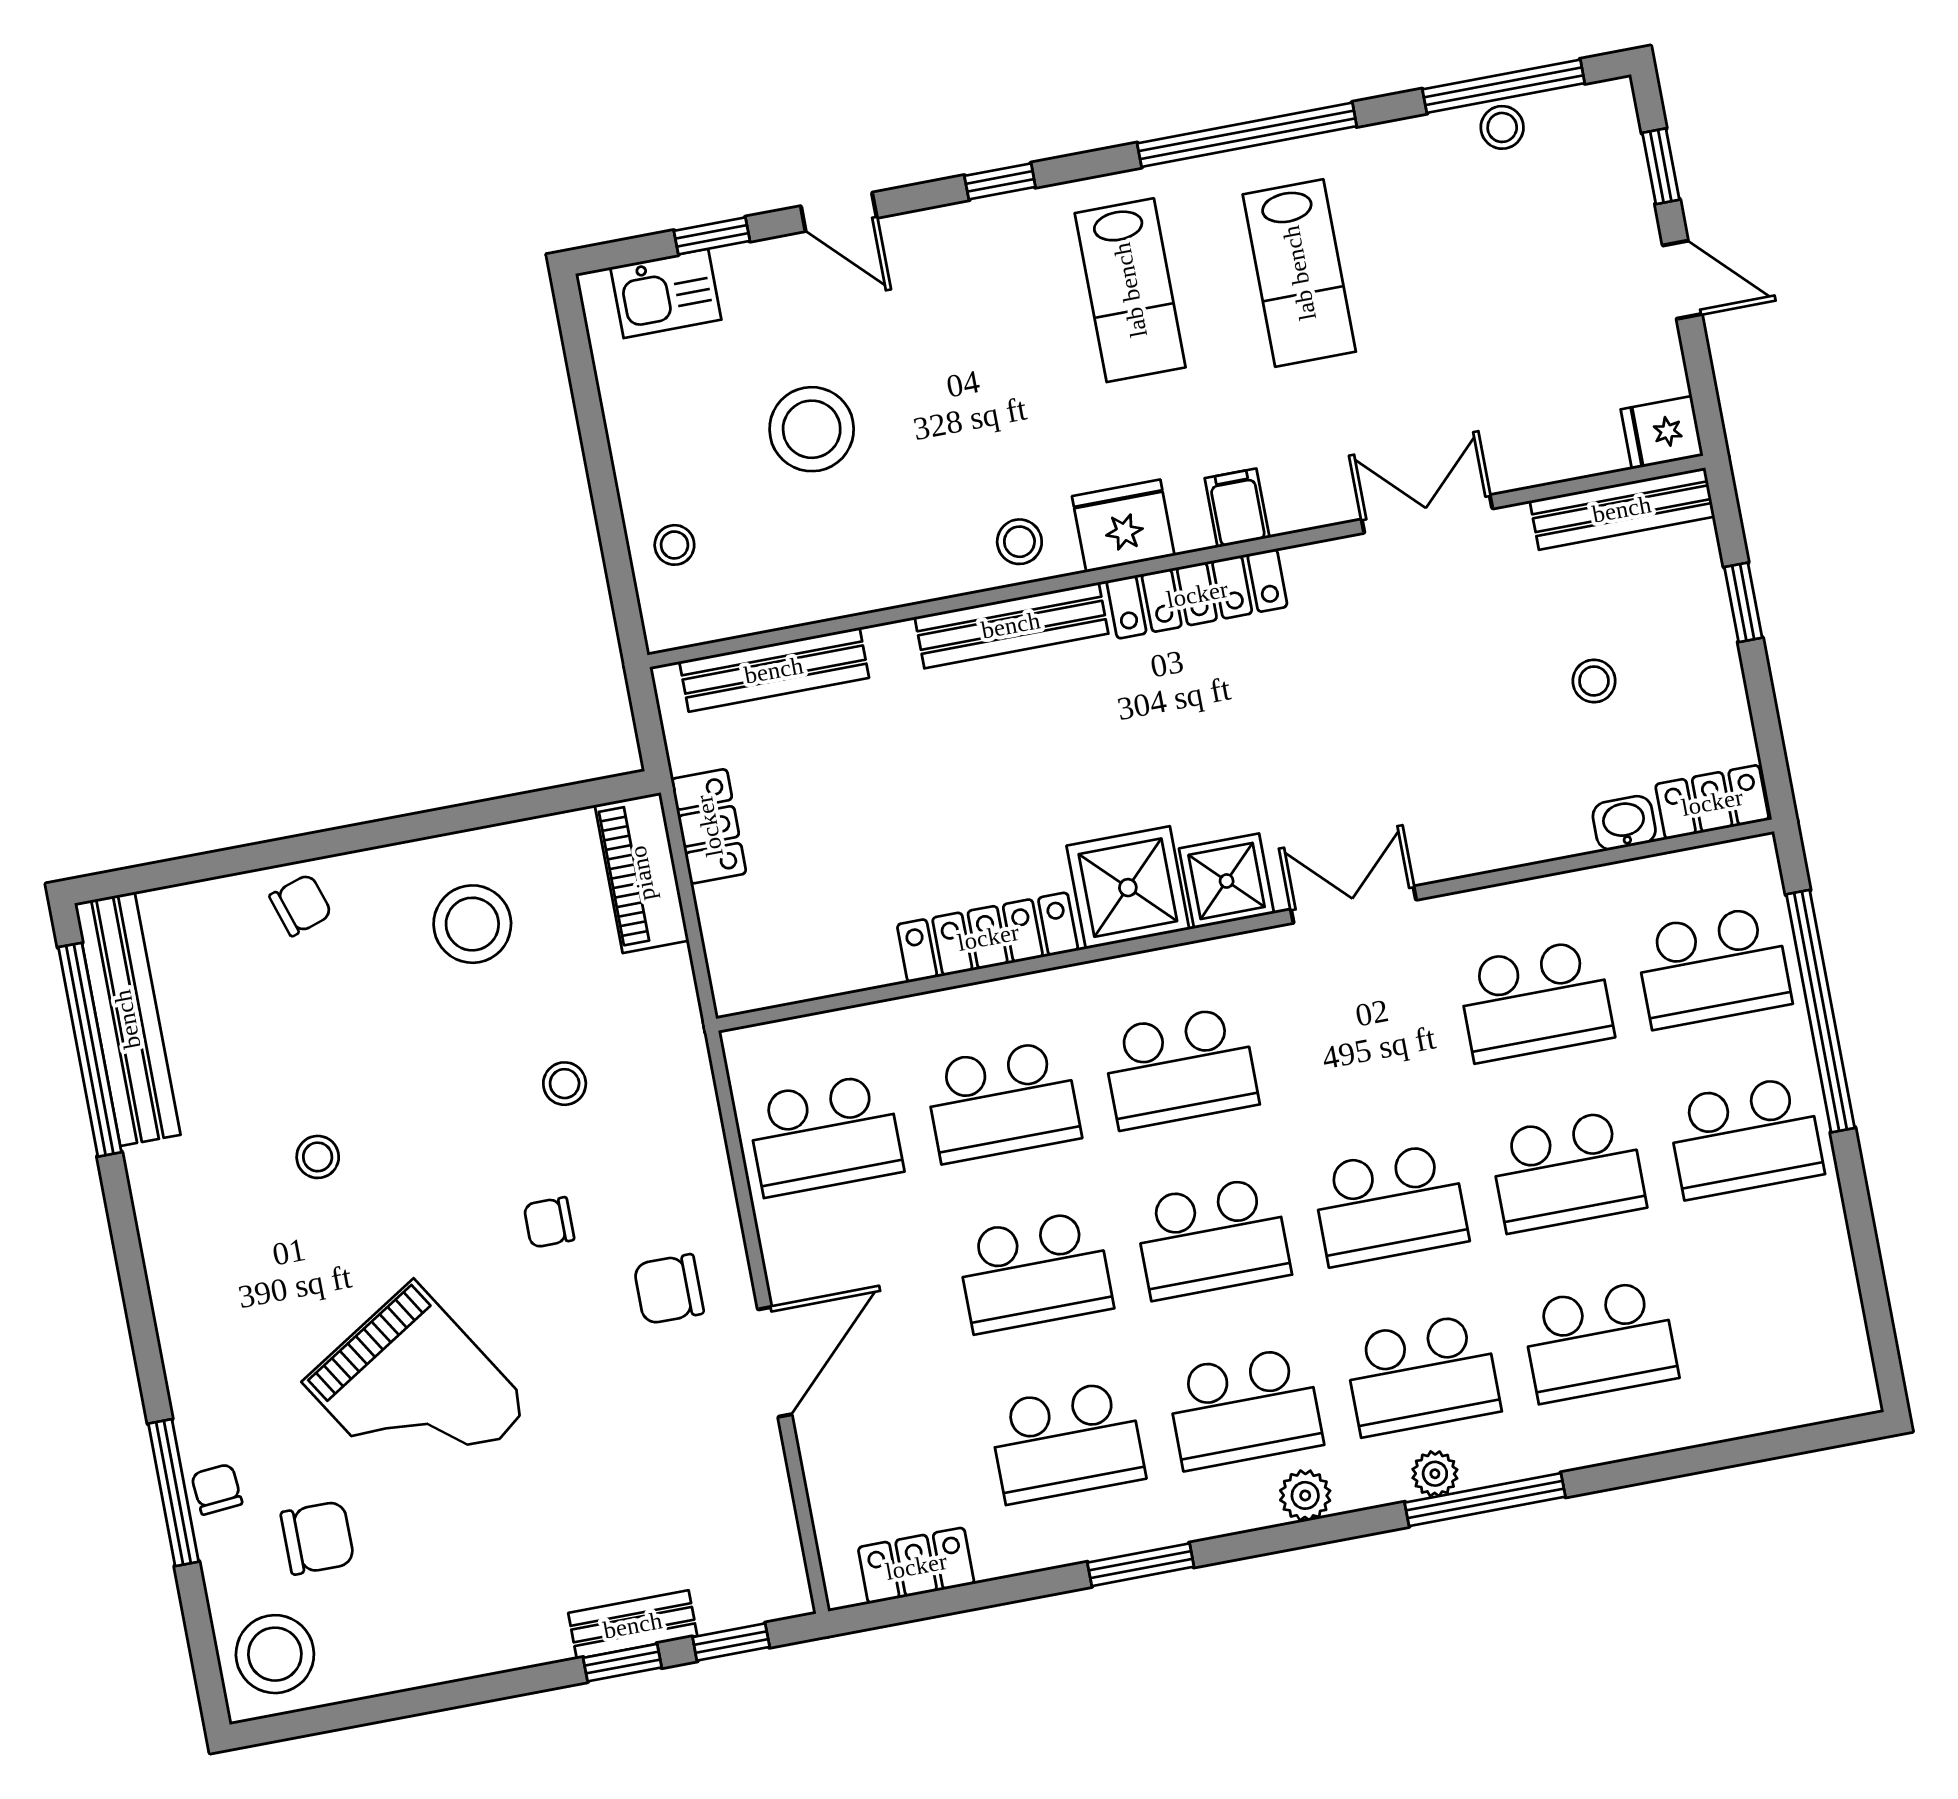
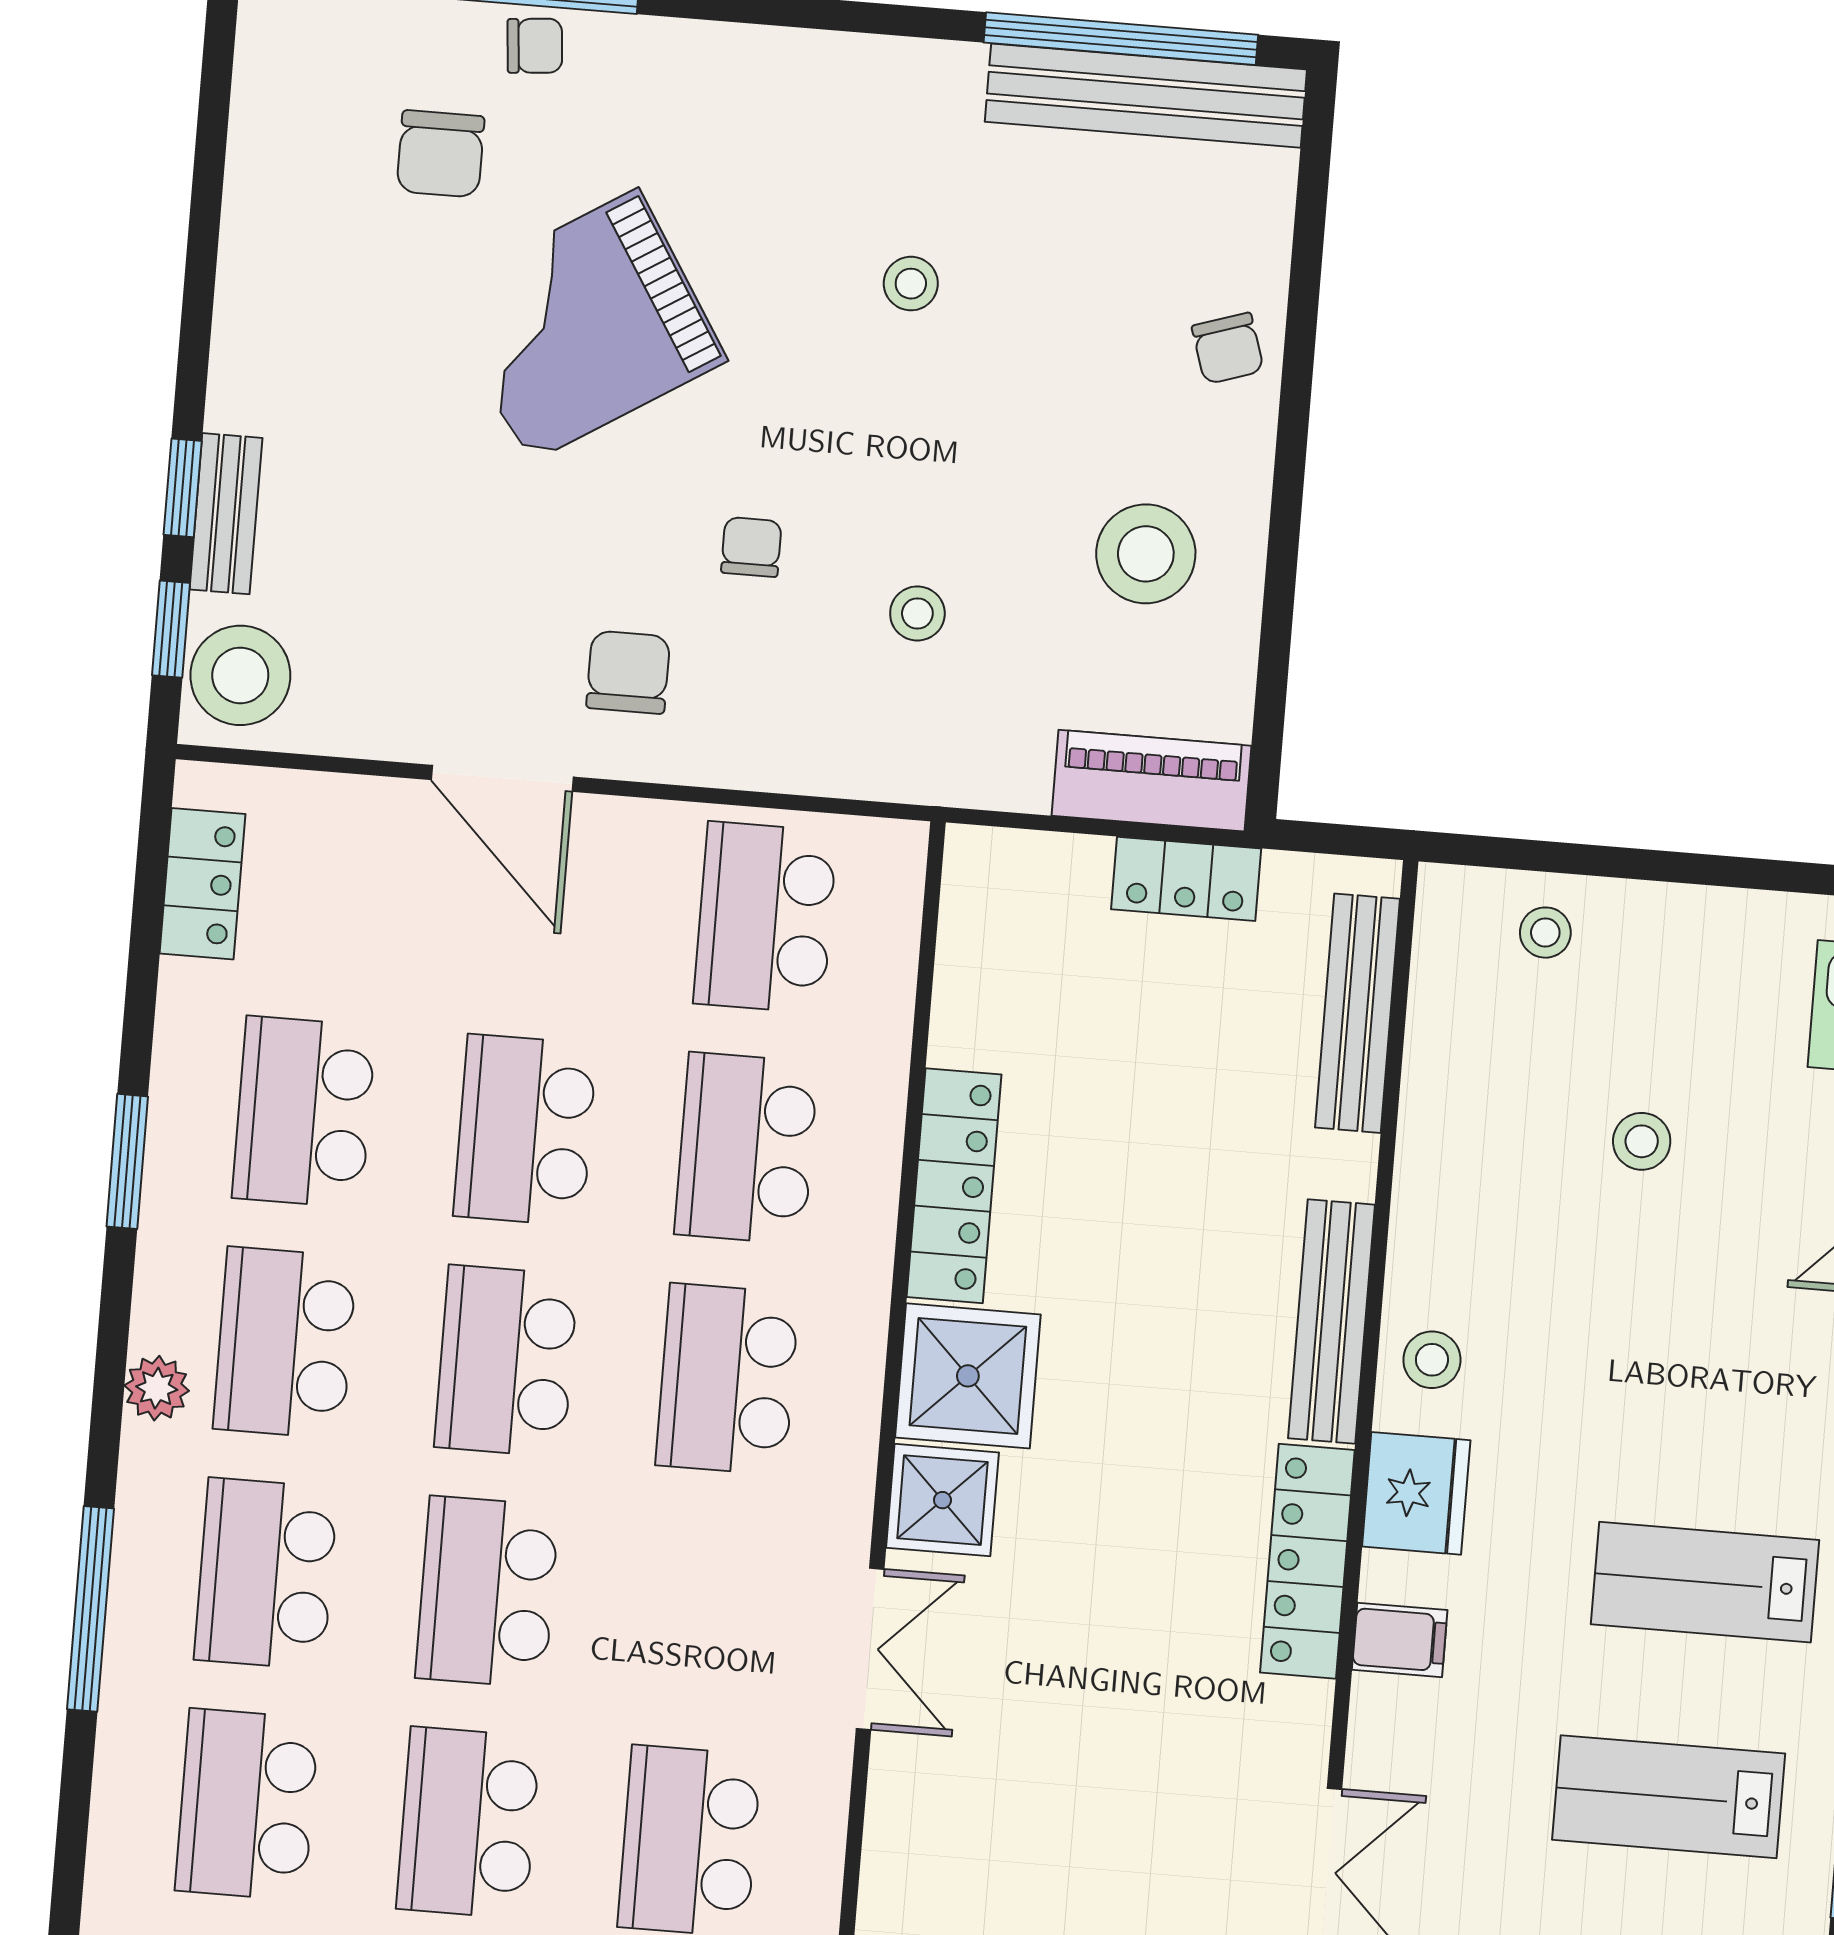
stool: (812, 429) -> (1642, 1141), width x0.53, depth x0.53
plant: (1435, 1474) -> (139, 1556), removed
stool: (275, 1654) -> (240, 675), moved

